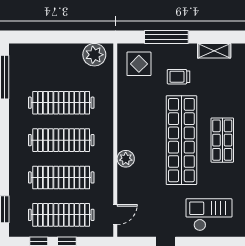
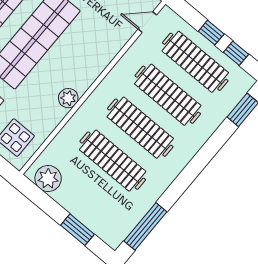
window: (46, 37) -> (77, 230), added
plant: (126, 159) -> (68, 98), moved

